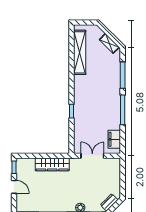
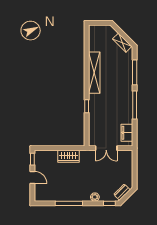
shelving: (80, 52) -> (94, 73), moved
double door: (92, 156) -> (106, 148), swing flipped
wardrobe: (52, 164) -> (68, 156), width x0.67

